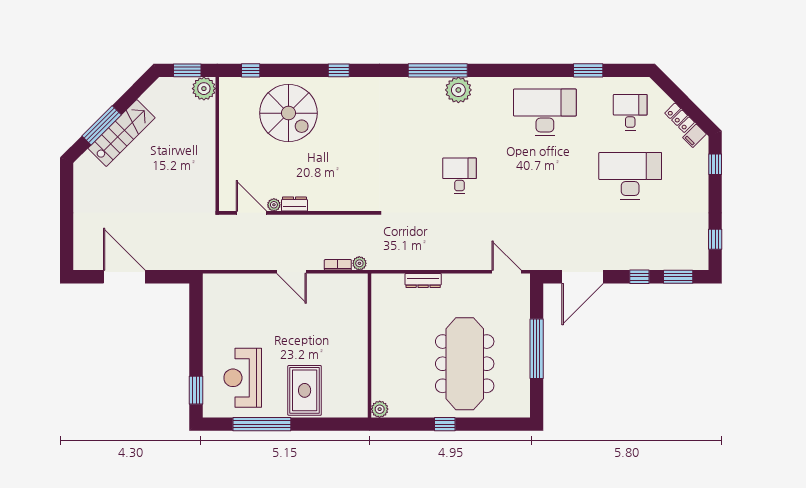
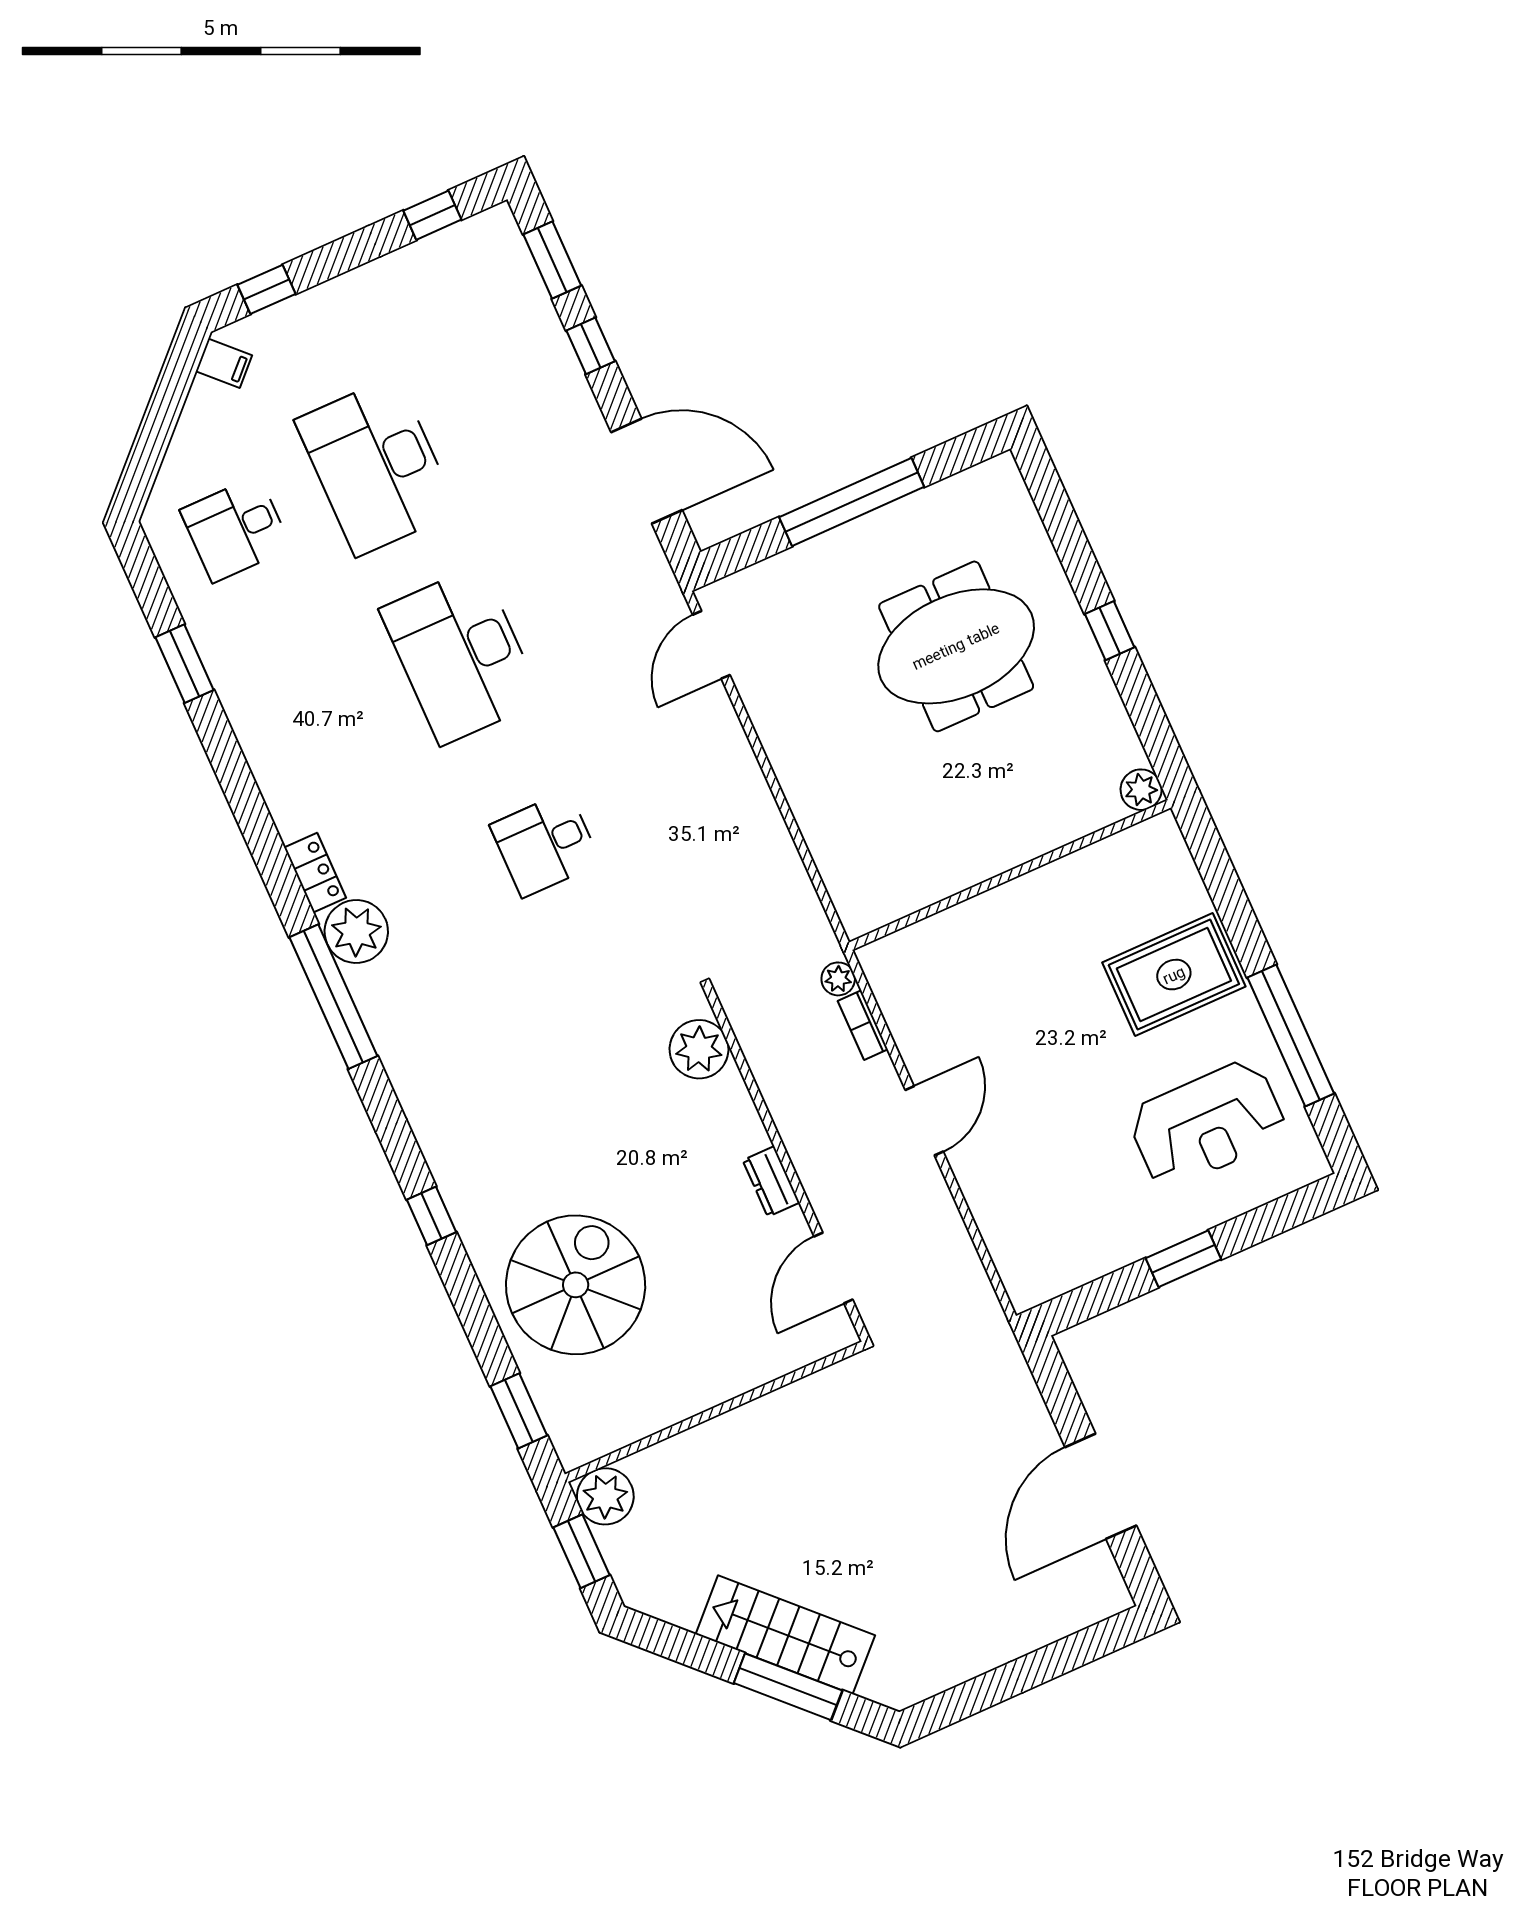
window: (251, 70) -> (519, 1411), width x1.50
desk: (545, 112) -> (461, 655), moved
locker: (680, 118) -> (315, 873), moved, turned -45
plant: (274, 205) -> (699, 1049), moved, width x1.87, depth x1.87
dresser: (423, 281) -> (813, 821), removed
meeting table: (465, 364) -> (956, 646), width x0.73
window: (196, 390) -> (1183, 1259), moved

